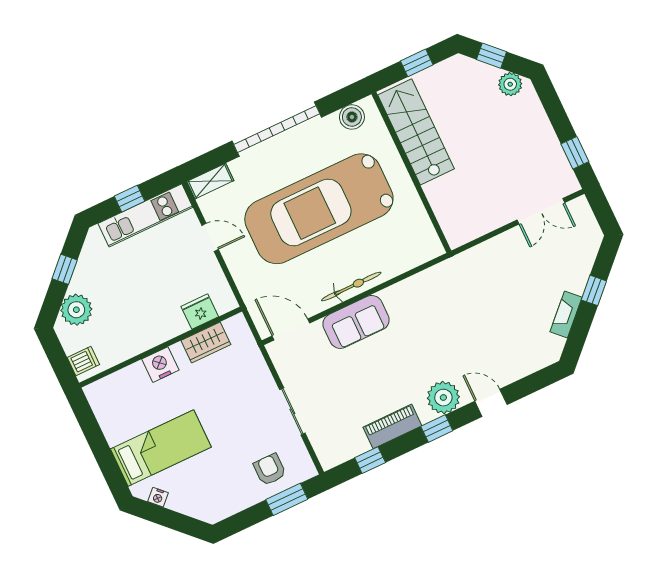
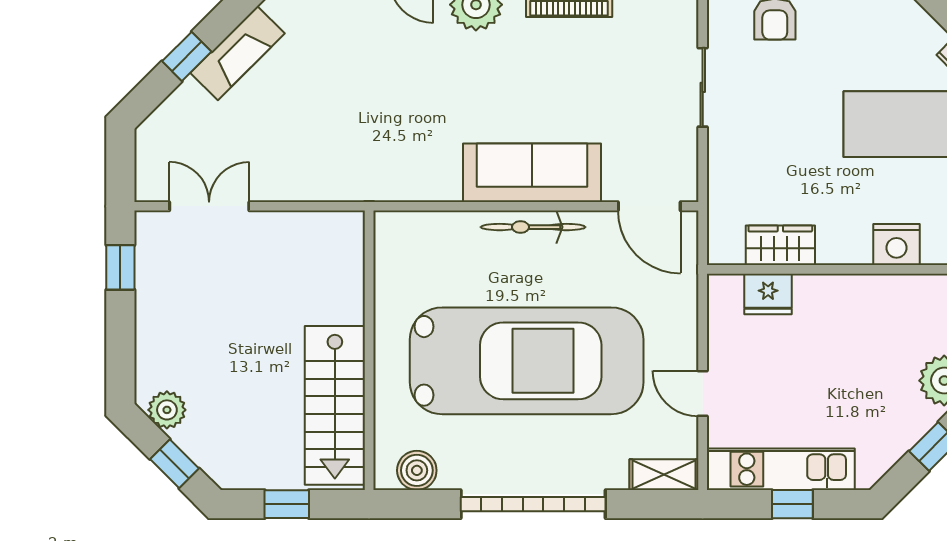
fireplace: (566, 315) -> (238, 53), width x1.37, depth x1.32
sofa: (356, 322) -> (532, 173), width x1.36
nightstand: (160, 365) -> (896, 245), moved

